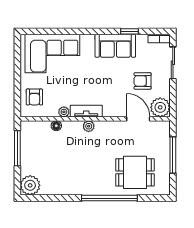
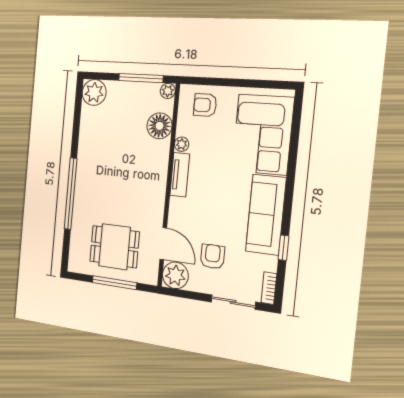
sofa: (115, 46) -> (266, 215), width x1.36
door: (138, 119) -> (163, 244), hinge flipped
floor lamp: (56, 126) -> (159, 126), width x1.89, depth x1.89
plant: (89, 126) -> (168, 91), moved
dining table: (135, 172) -> (114, 247), moved, turned 90

